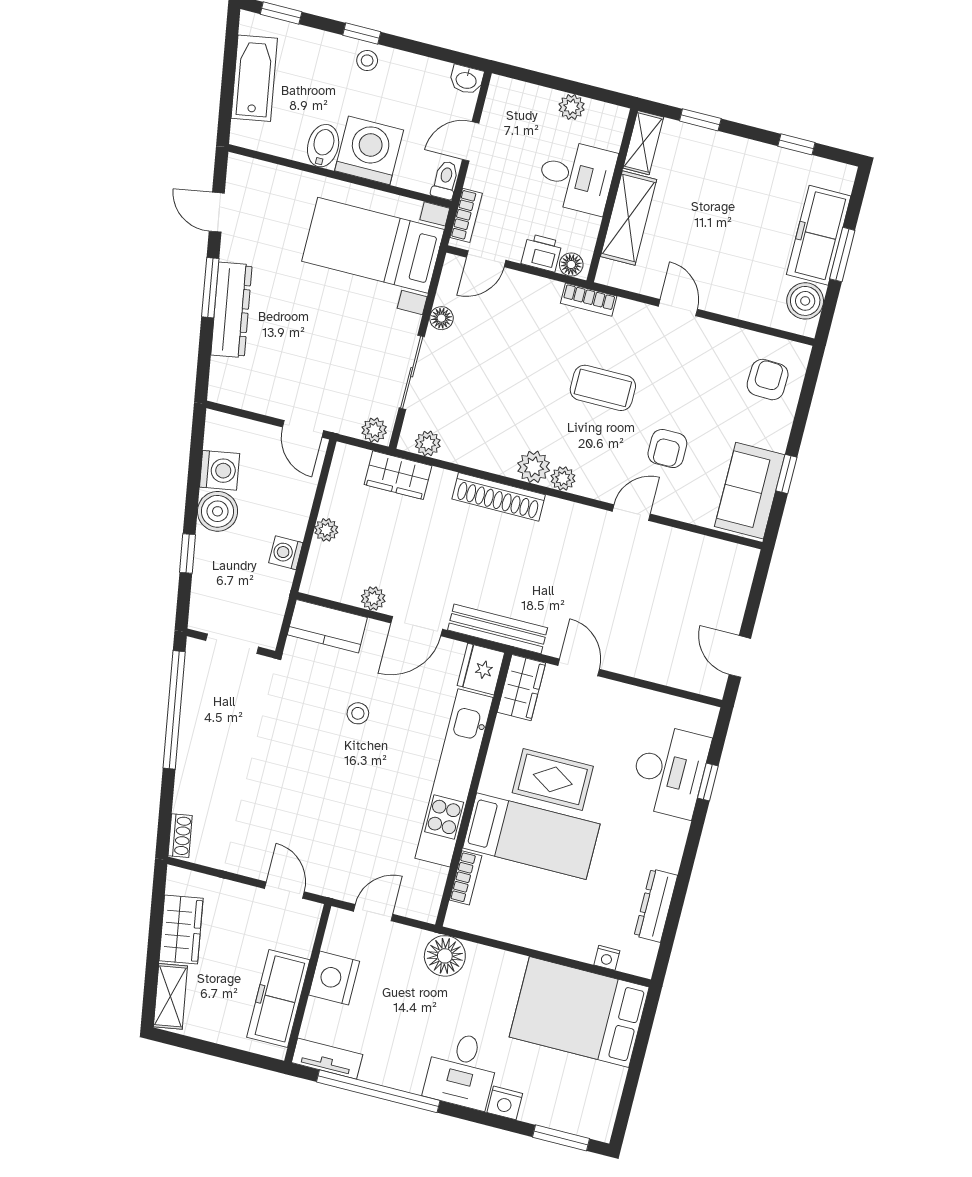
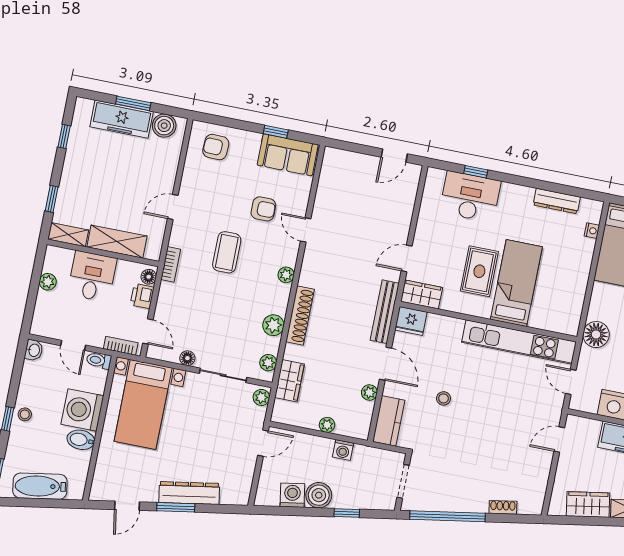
plant: (534, 467) -> (273, 325), moved
kitchen unit: (454, 778) -> (519, 342), moved
shoe rack: (180, 836) -> (503, 507), moved
bookcase: (466, 878) -> (545, 324), removed

